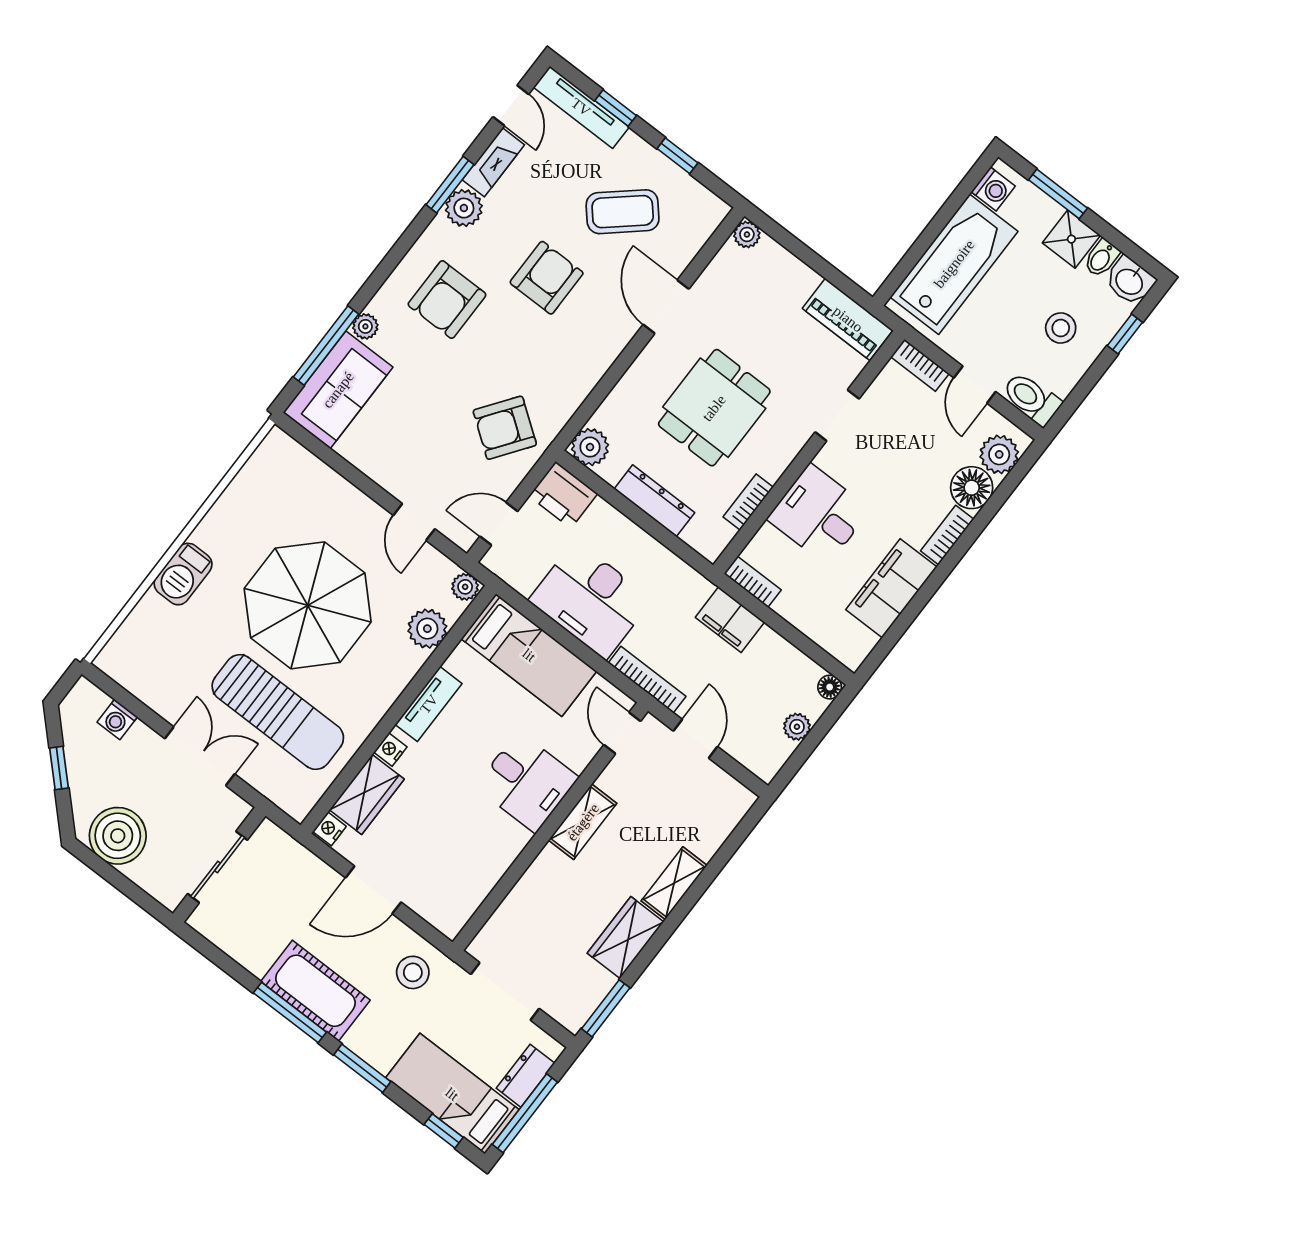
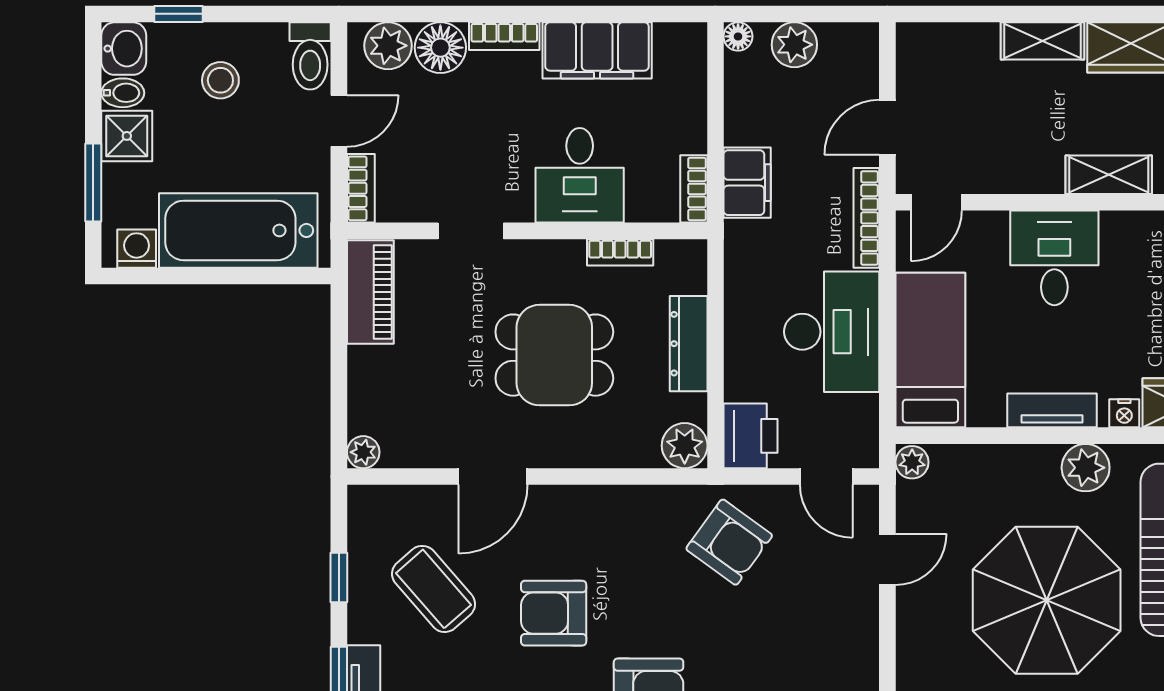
plant: (427, 629) -> (1086, 468), moved
plant: (797, 727) -> (794, 45), width x1.38, depth x1.38
shelving: (583, 822) -> (1109, 175), moved

